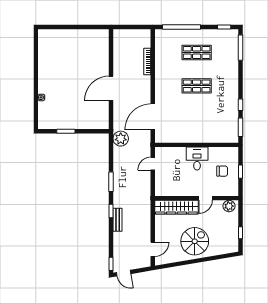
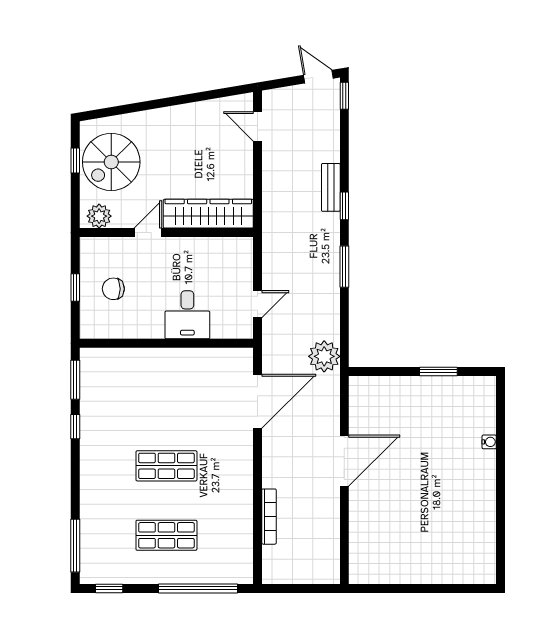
desk: (197, 159) -> (187, 315), moved
spiral stairs: (195, 241) -> (111, 162), moved
door: (153, 249) -> (258, 126), hinge flipped

